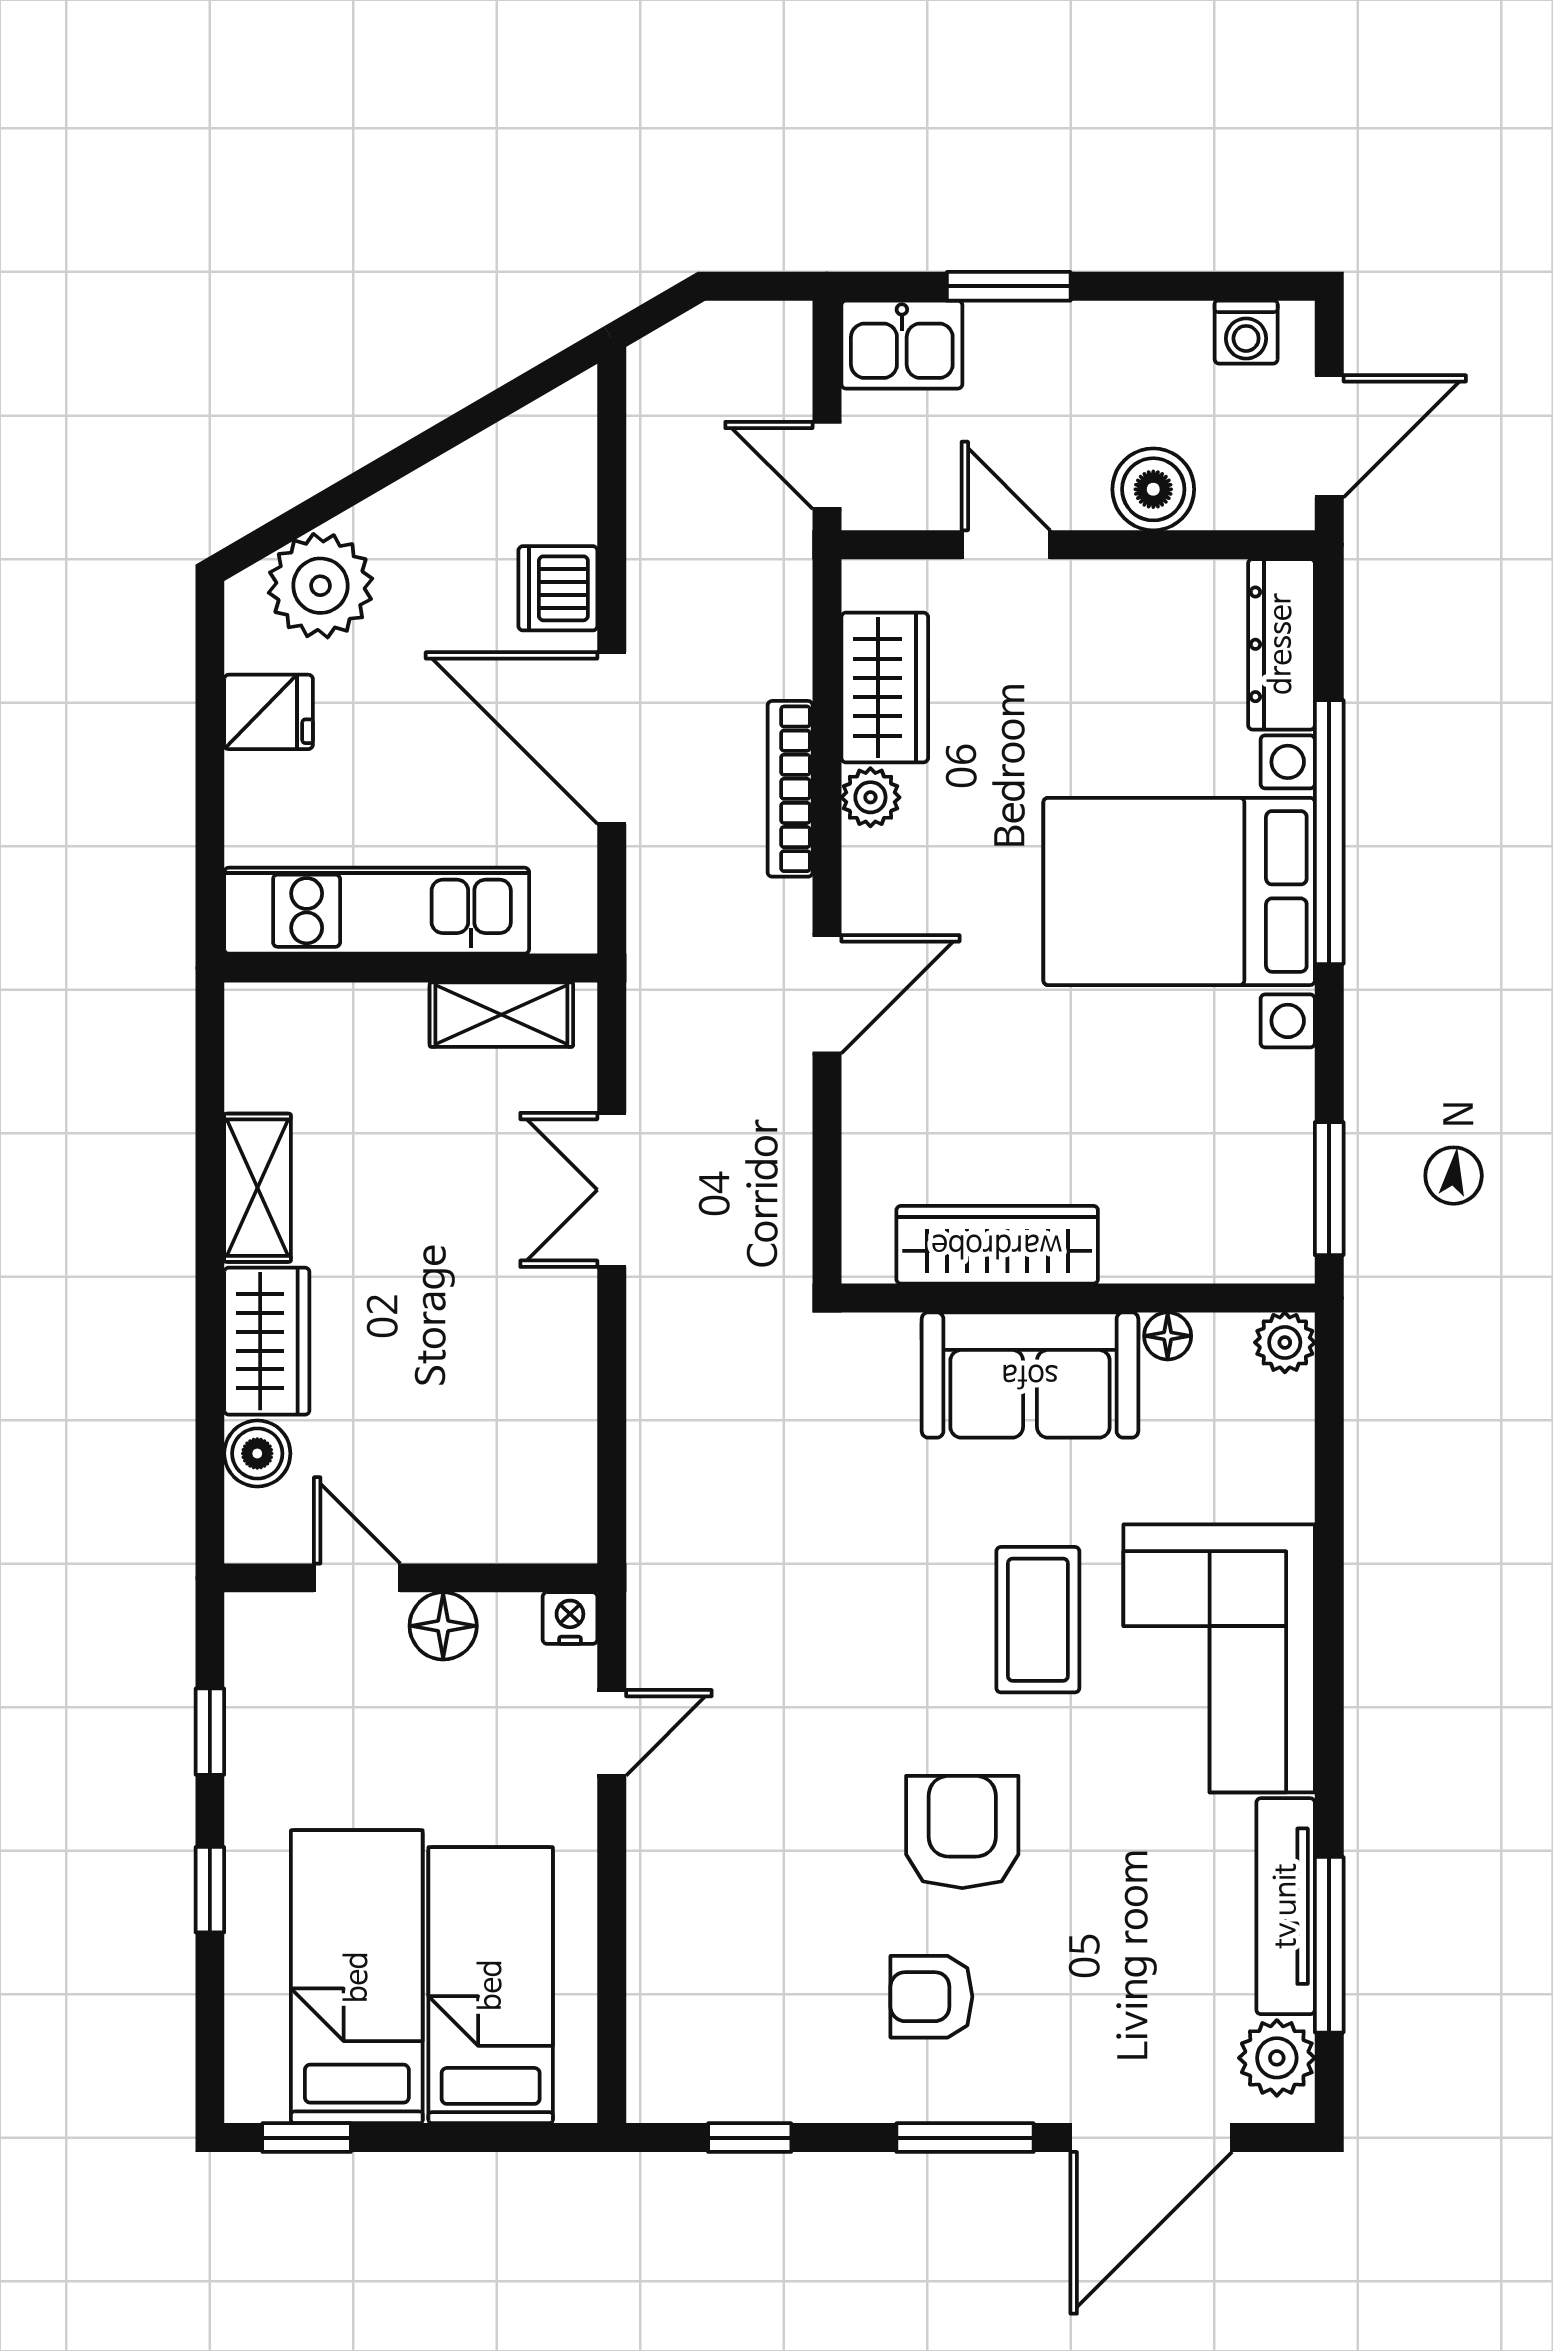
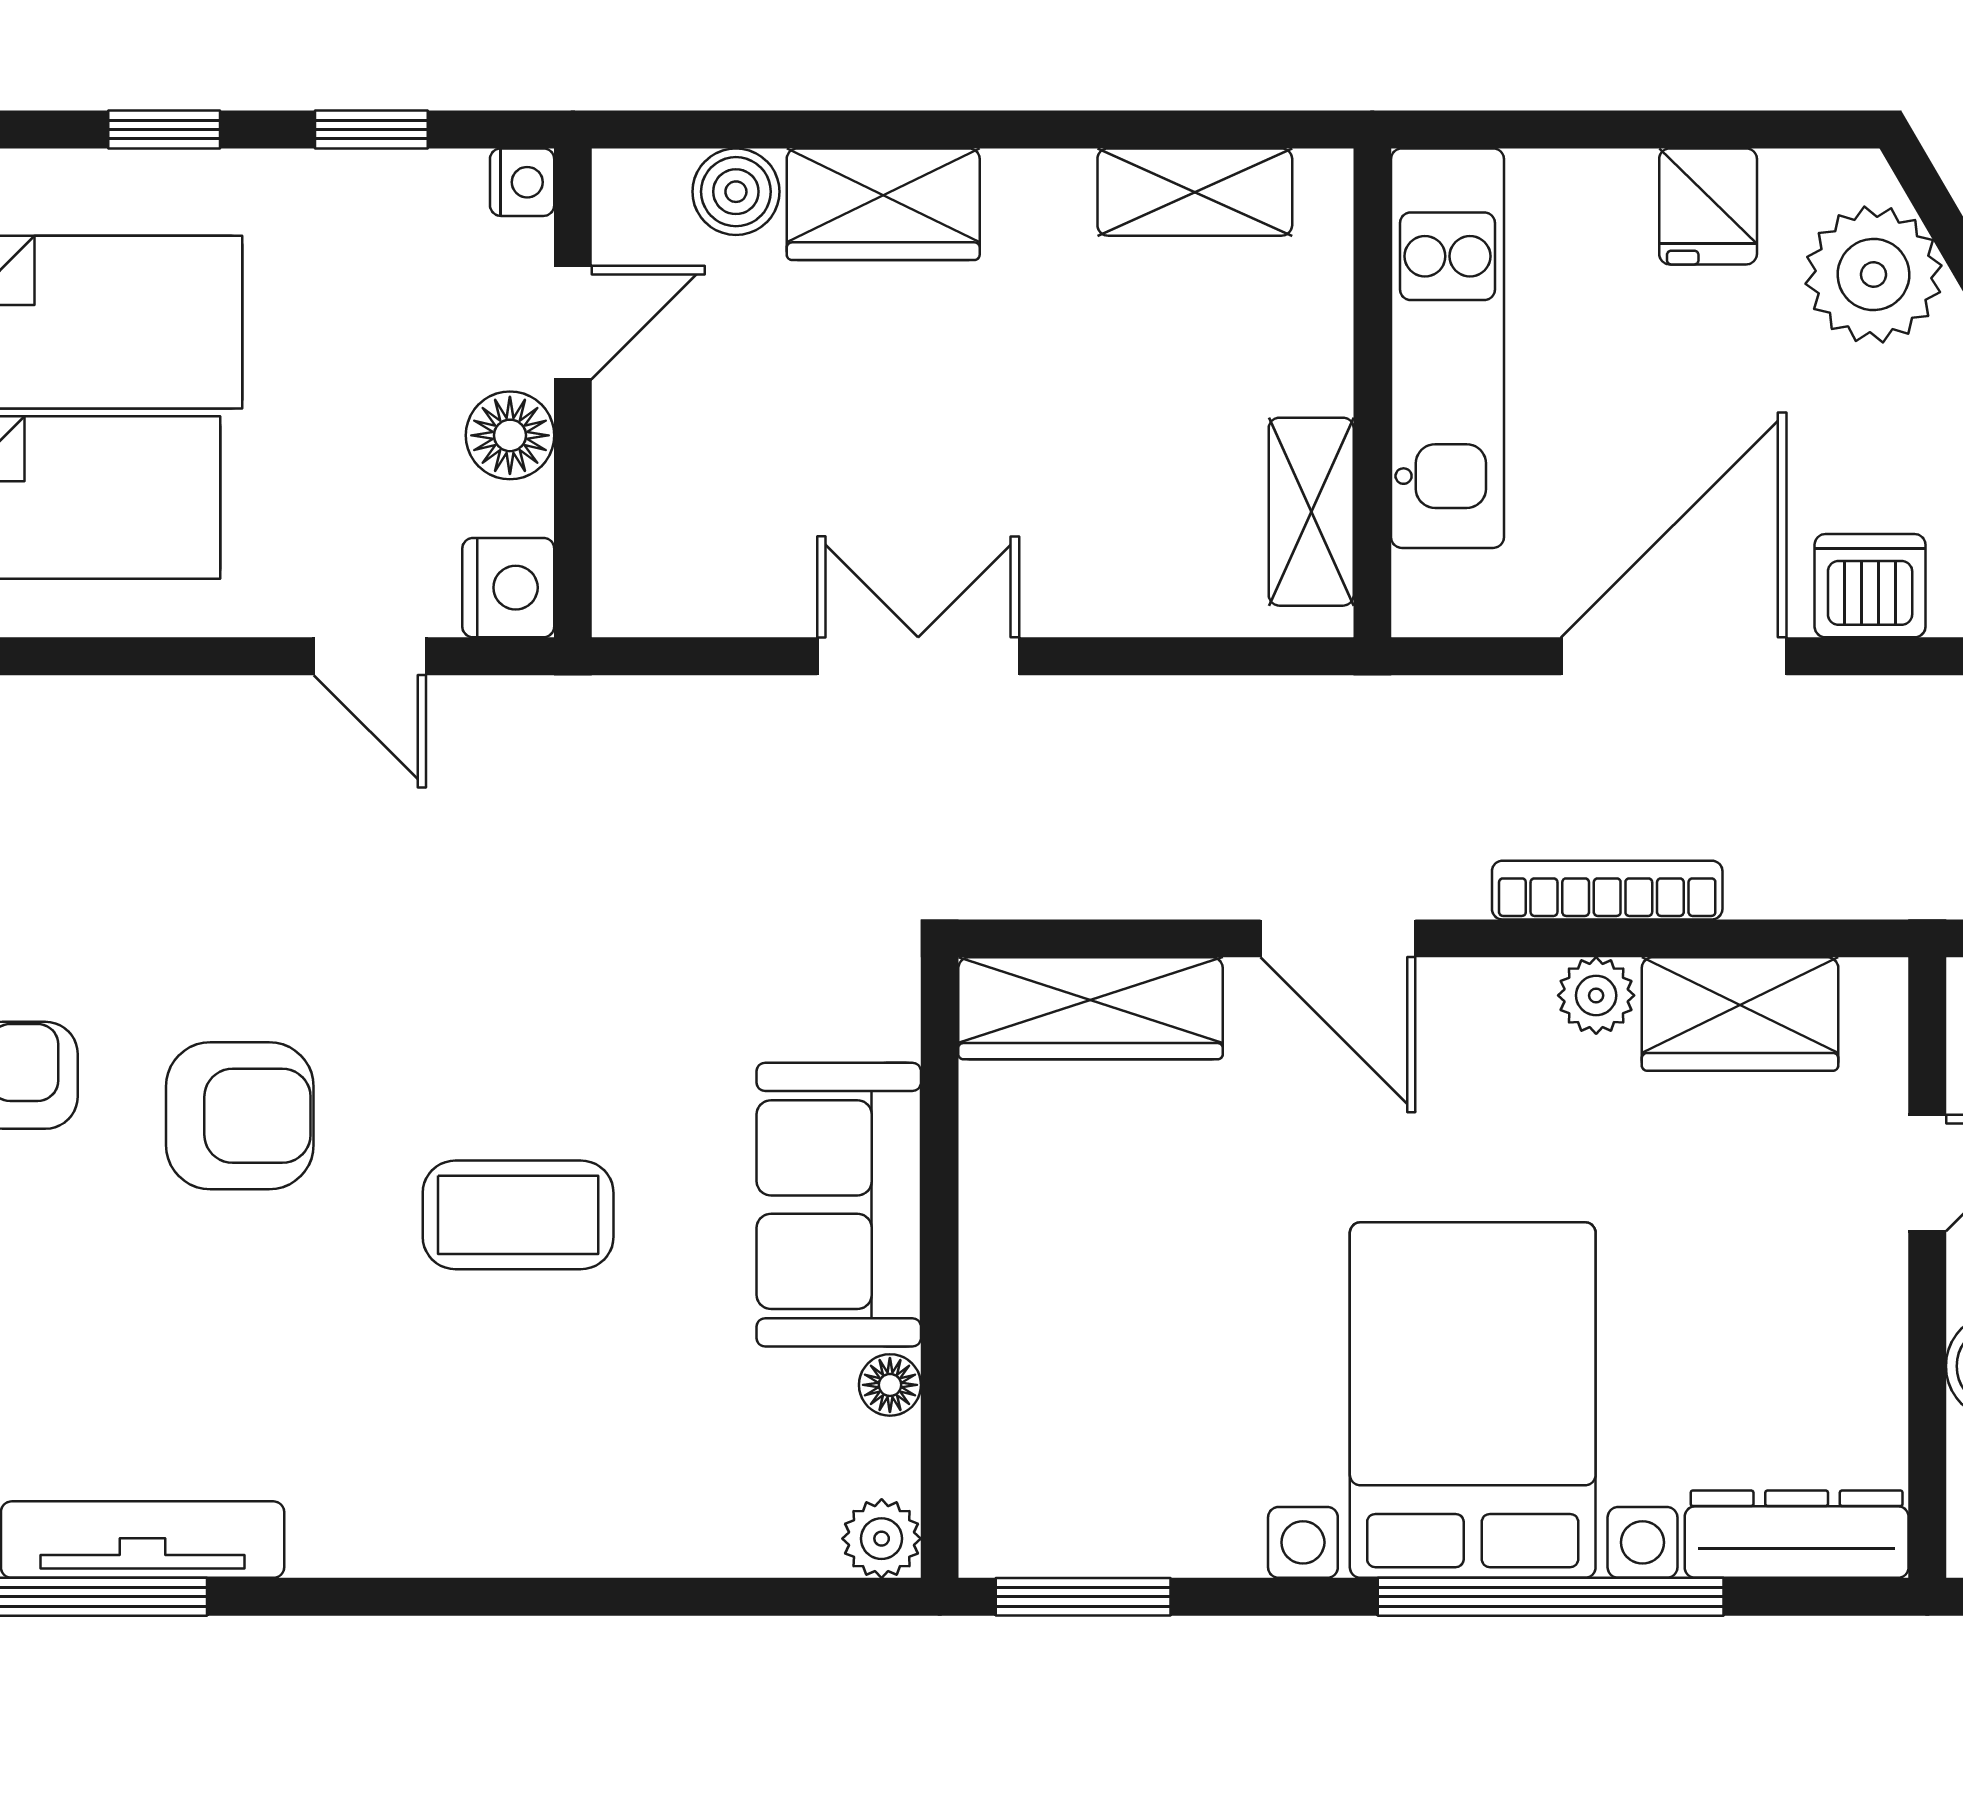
shelving: (258, 1188) -> (1195, 192), moved
double door: (612, 1190) -> (918, 656), moved
wardrobe: (997, 1245) -> (1091, 1008), moved, turned 90
nightstand: (250, 1617) -> (522, 182), added
nightstand: (570, 1618) -> (508, 588), width x1.39, depth x1.35
corner sofa: (1219, 1658) -> (467, 1453), removed

